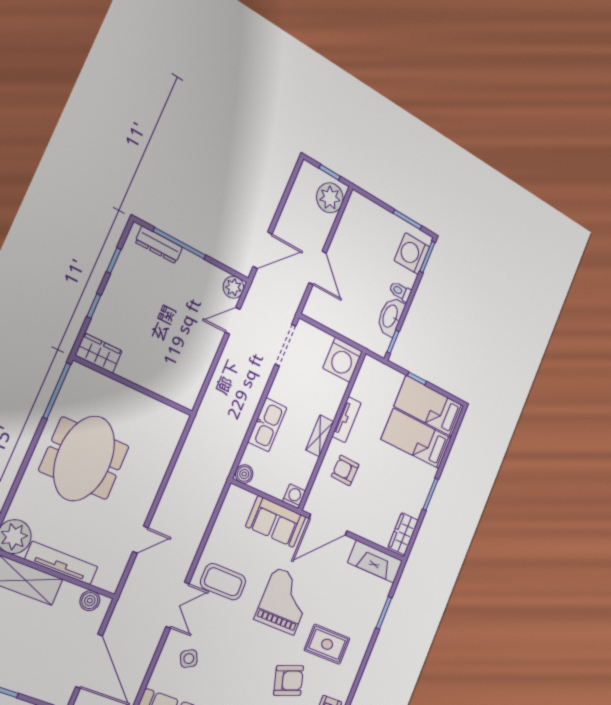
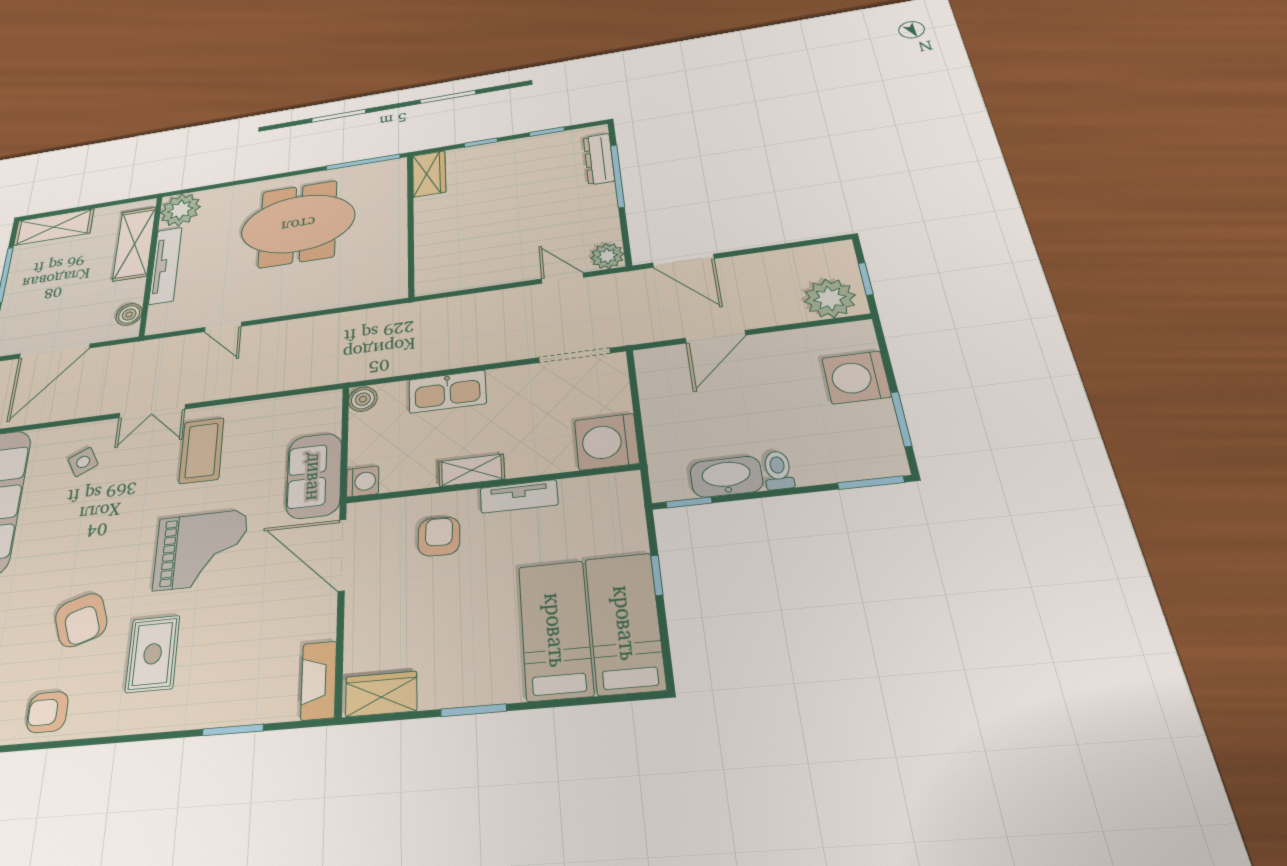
washing machine: (412, 254) -> (856, 377), moved, turned -90
fireplace: (375, 562) -> (319, 680), width x0.73, depth x0.76

